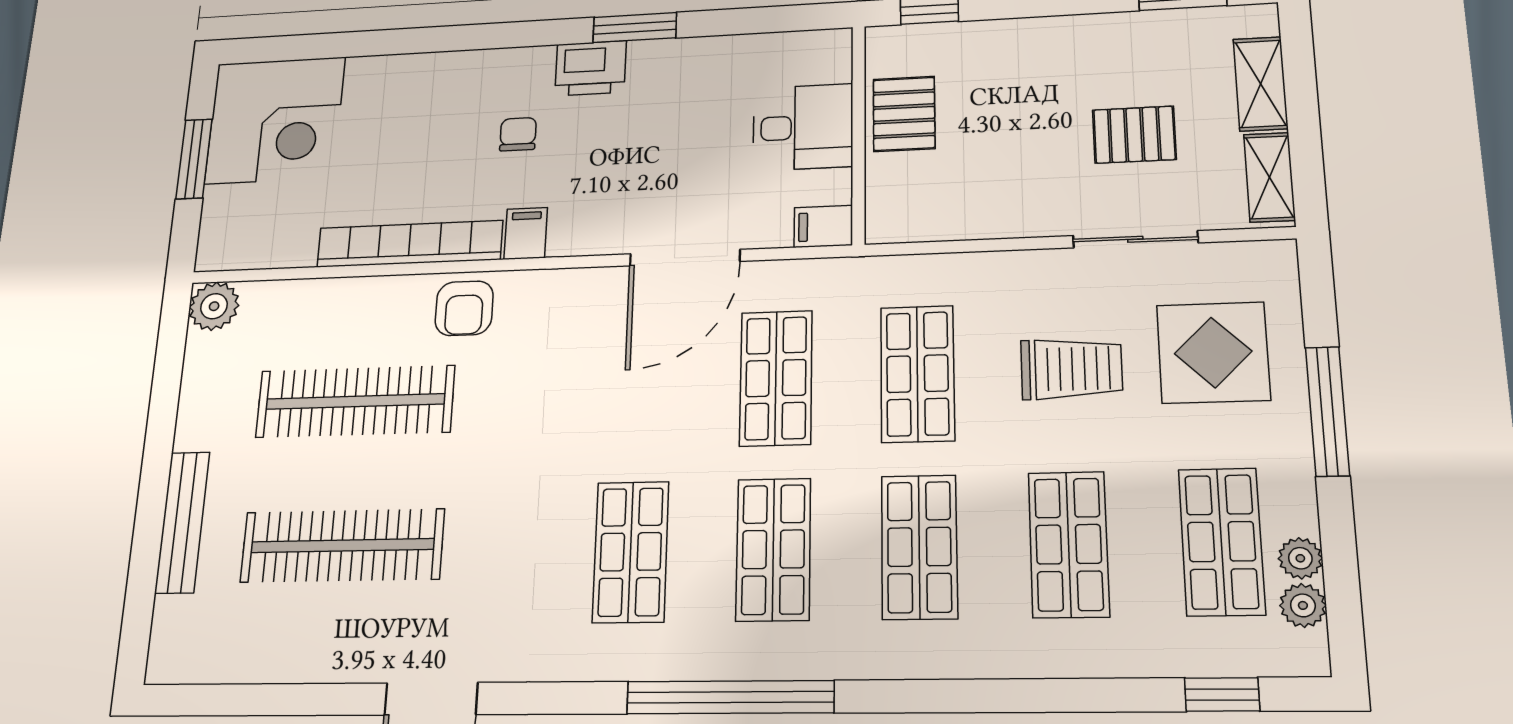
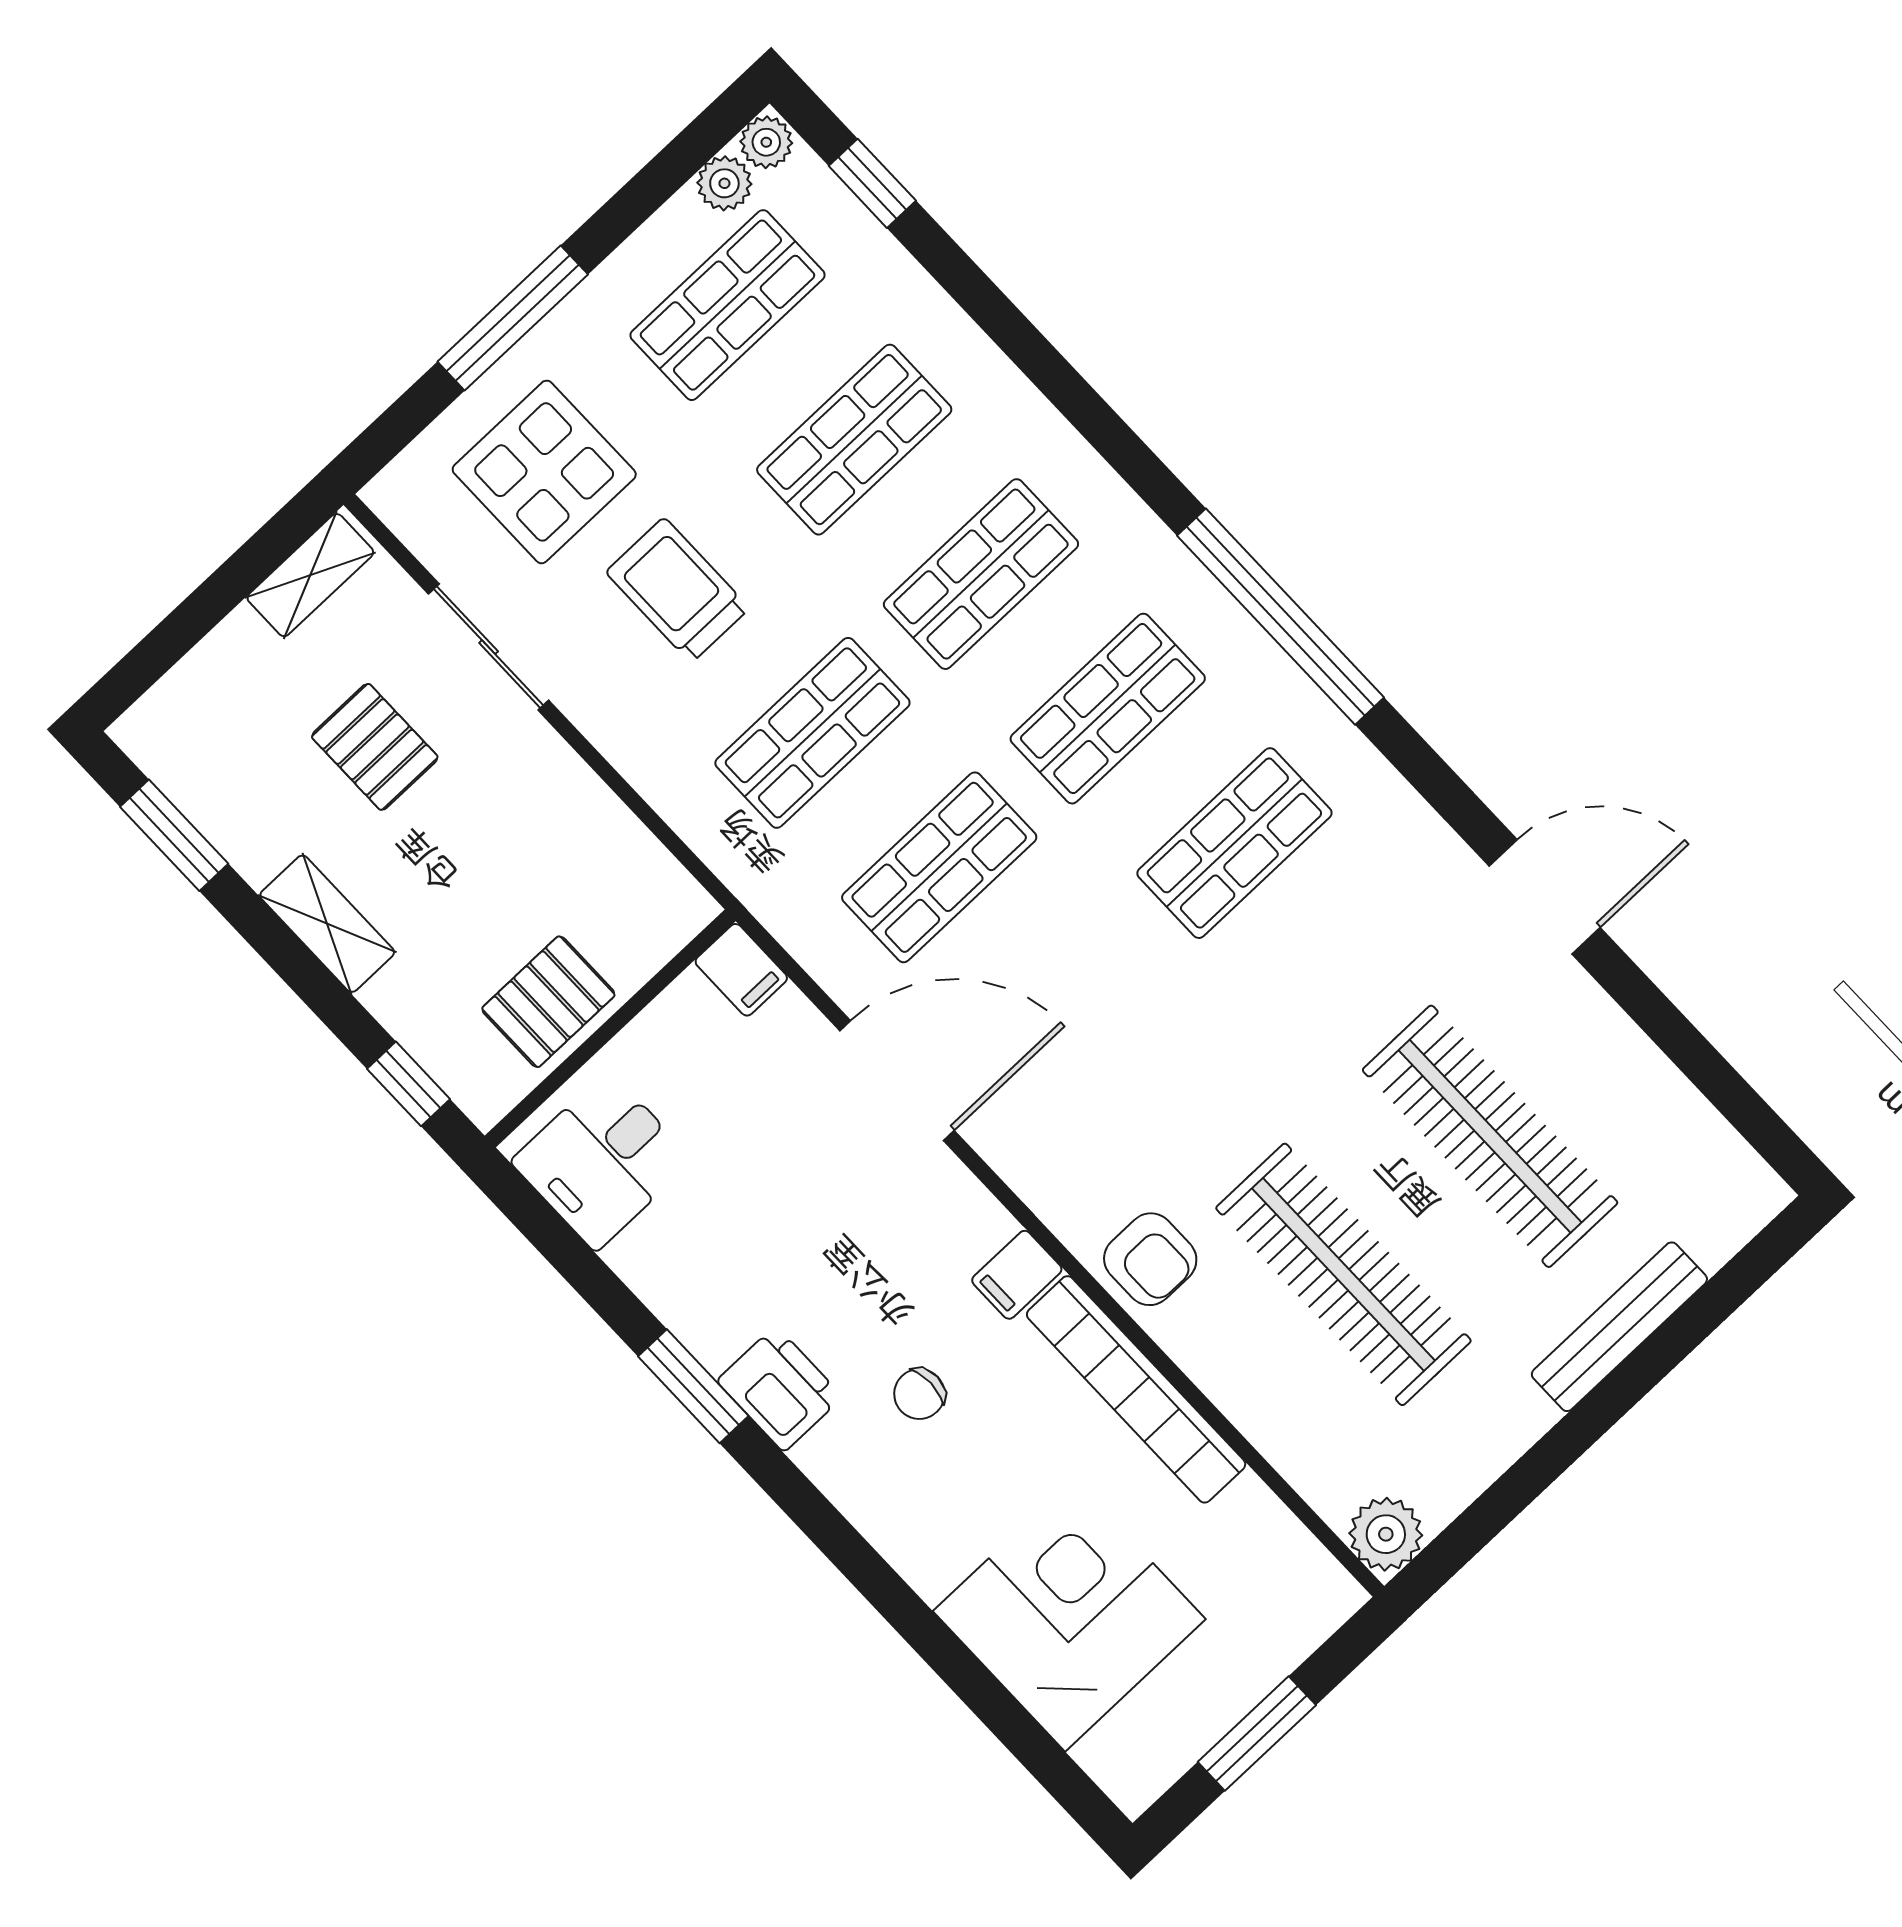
shelving: (1260, 84) -> (327, 924), moved, turned 90
corner desk: (275, 120) -> (1069, 1615), moved
desk: (803, 127) -> (602, 1161), moved, turned -90
armchair: (464, 308) -> (1150, 1259), turned 90
plant: (1300, 558) -> (766, 142), moved

